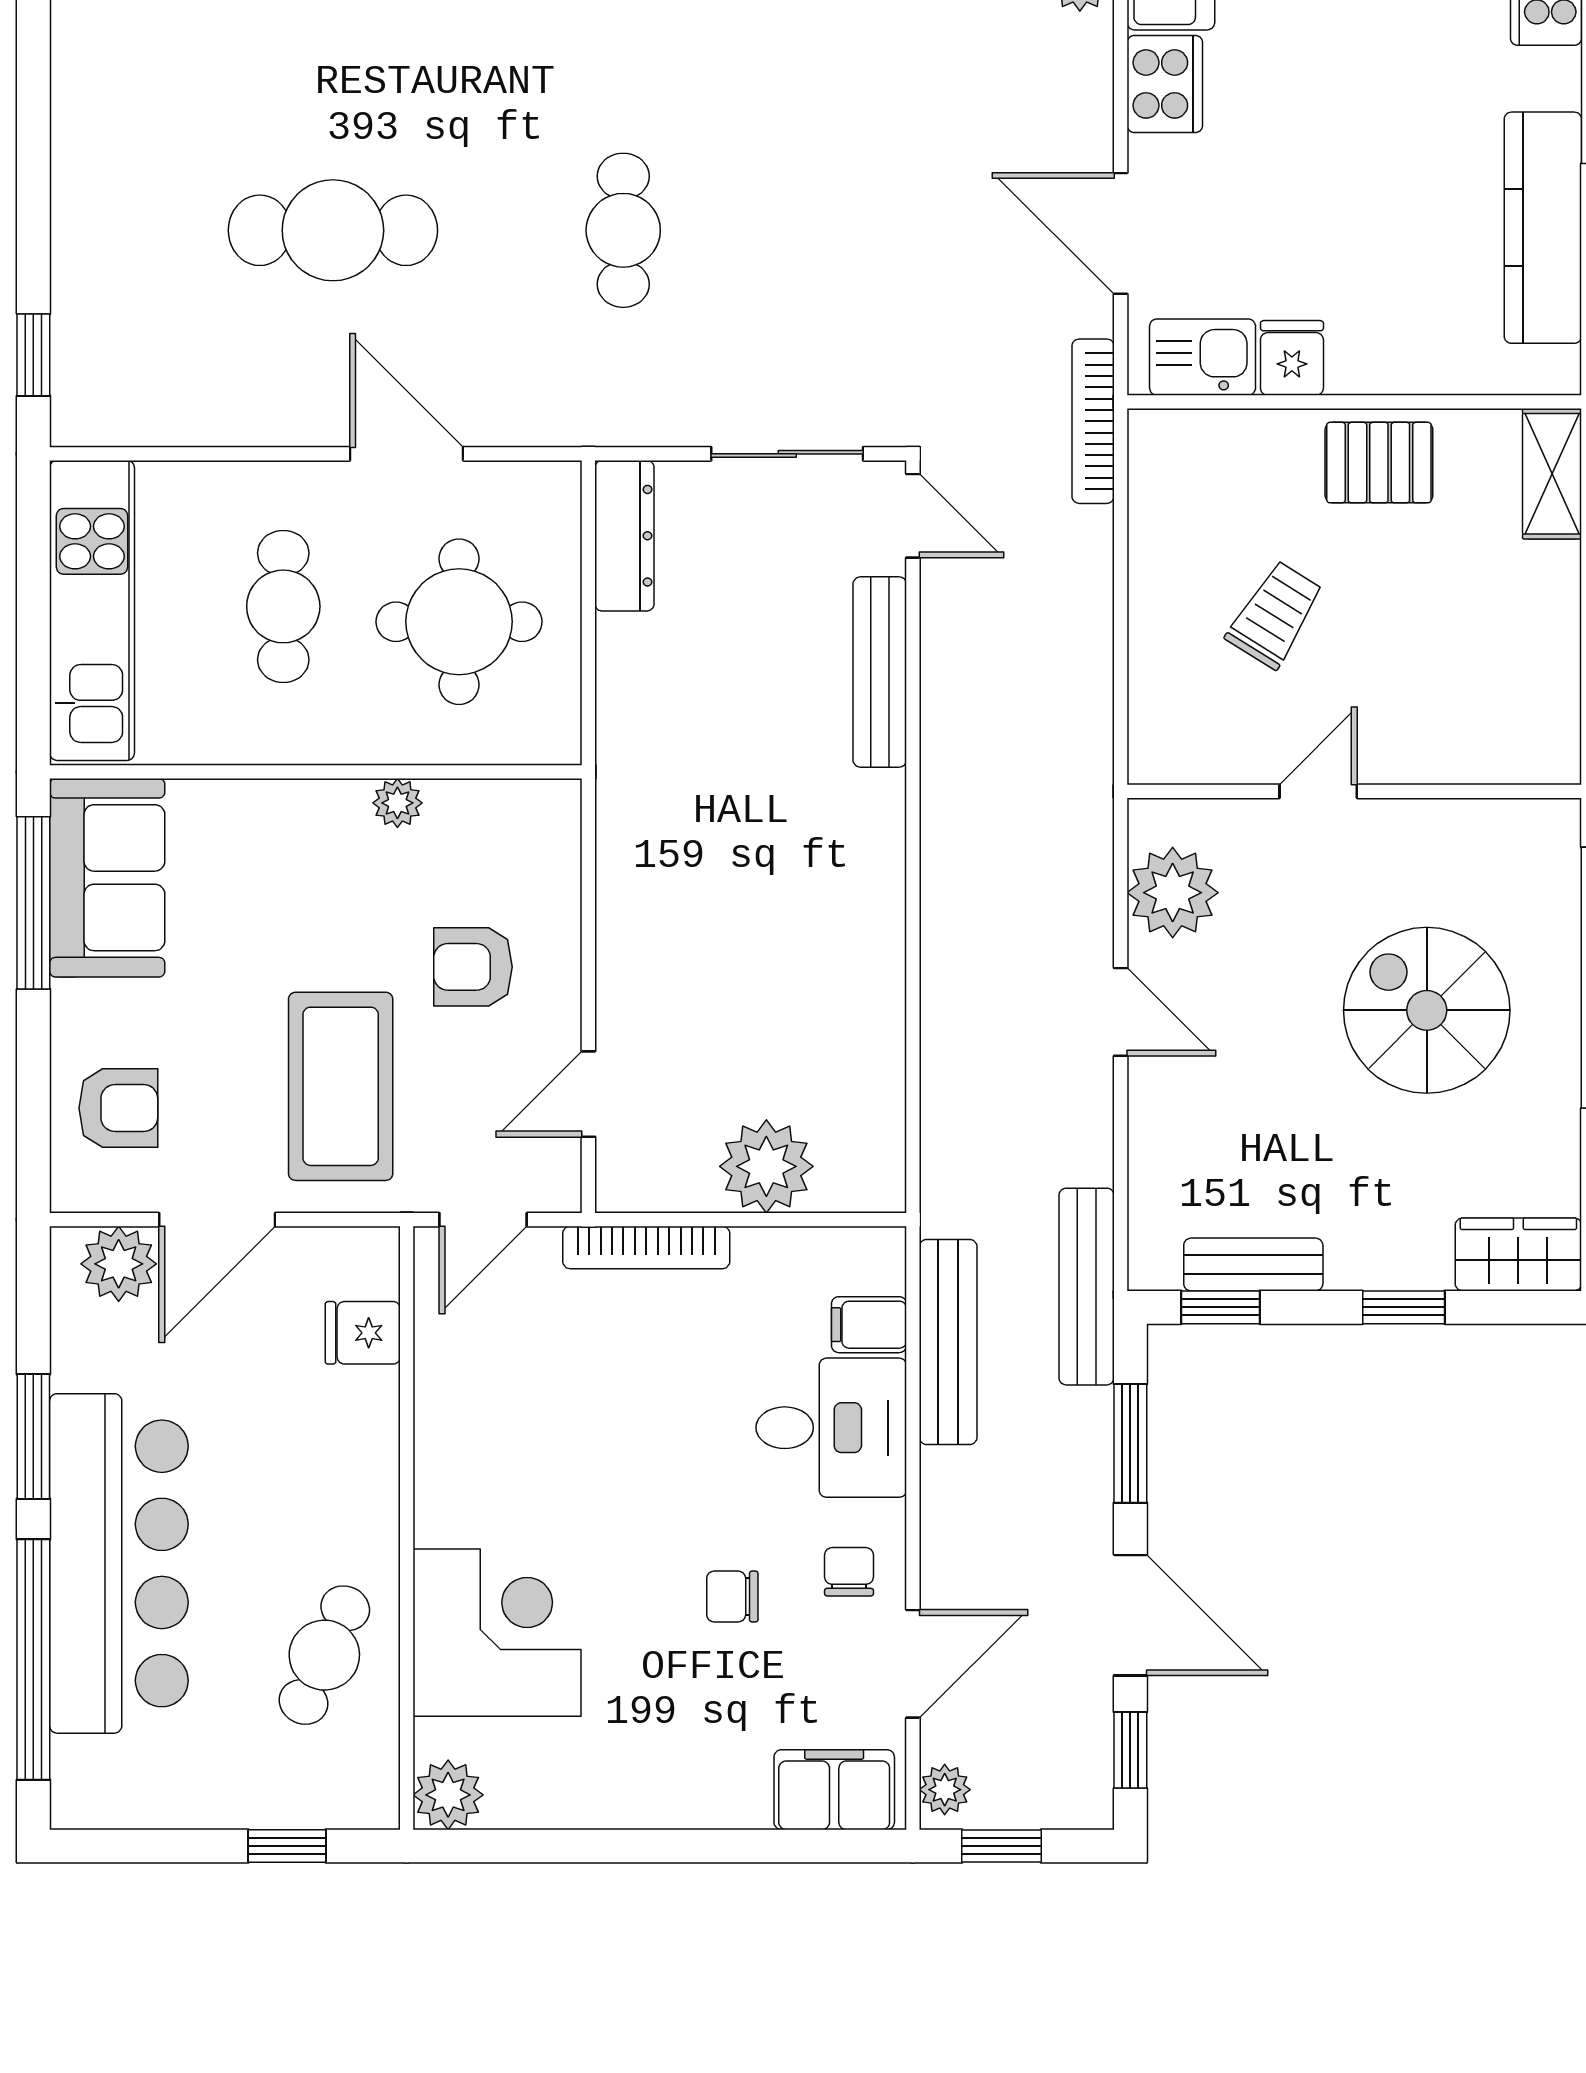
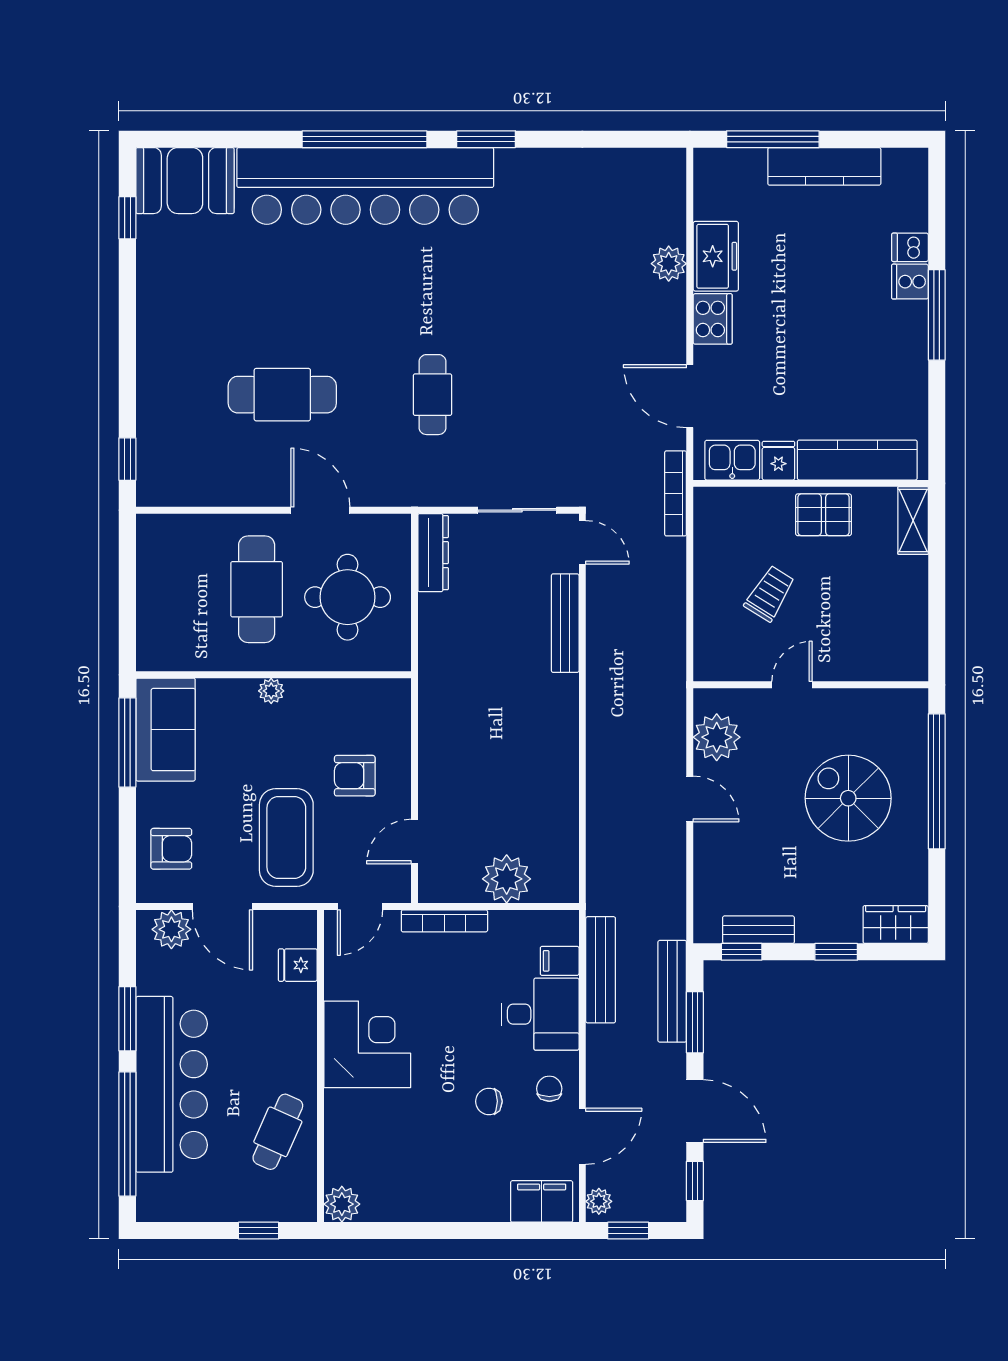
kitchen counter: (1543, 228) -> (857, 460), moved, turned 90
cafe table: (283, 606) -> (257, 589), width x1.37, depth x1.35
kitchen unit: (92, 610) -> (158, 591), removed
plant: (397, 803) -> (271, 691), moved
door: (217, 1220) -> (222, 906), hinge flipped
bench: (1087, 1287) -> (672, 991), moved
corner desk: (497, 1633) -> (367, 1044), moved

